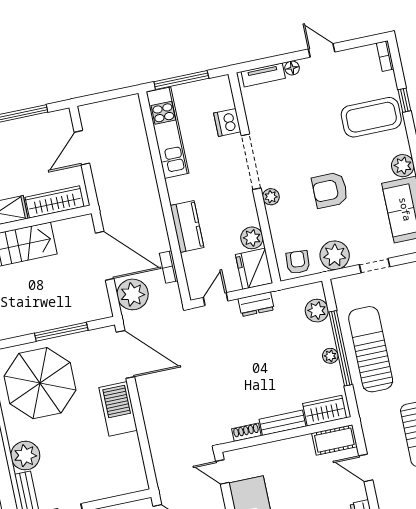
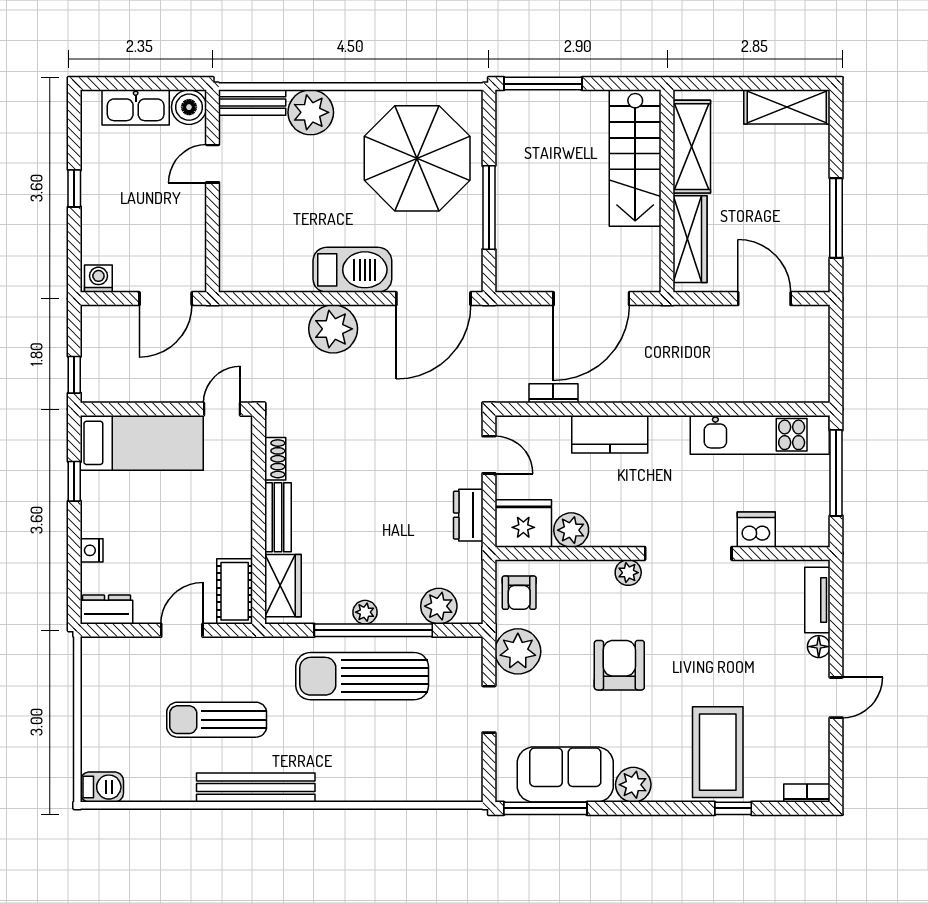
armchair: (298, 262) -> (519, 593), turned 86
plant: (133, 294) -> (333, 329), moved
sun lounger: (371, 349) -> (362, 676), turned 180

